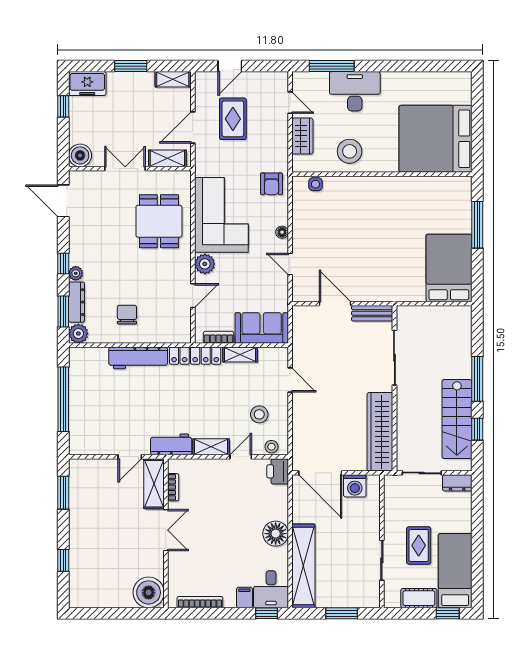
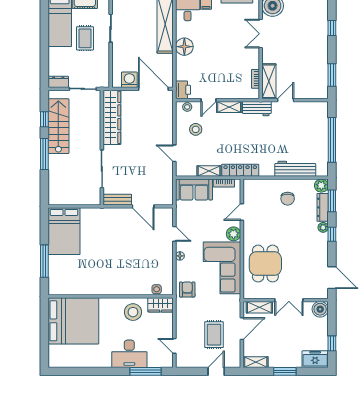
wardrobe: (302, 136) -> (160, 305), moved, turned -90
workbench: (138, 358) -> (295, 169), moved
double door: (166, 530) -> (261, 34), moved

